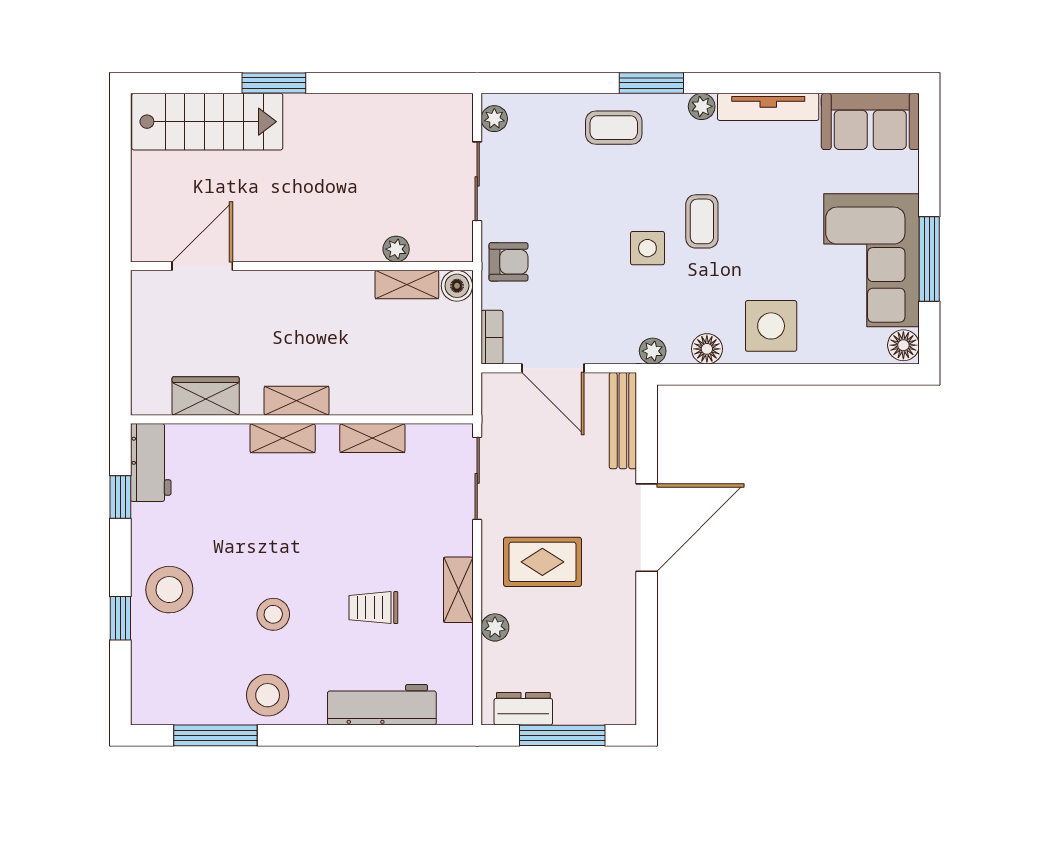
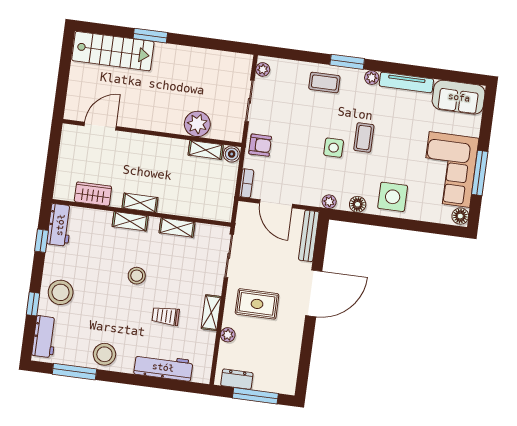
plant: (396, 249) -> (197, 124), width x1.87, depth x1.87
stool: (273, 614) -> (137, 276), moved
workbench: (150, 677) -> (45, 337), added

